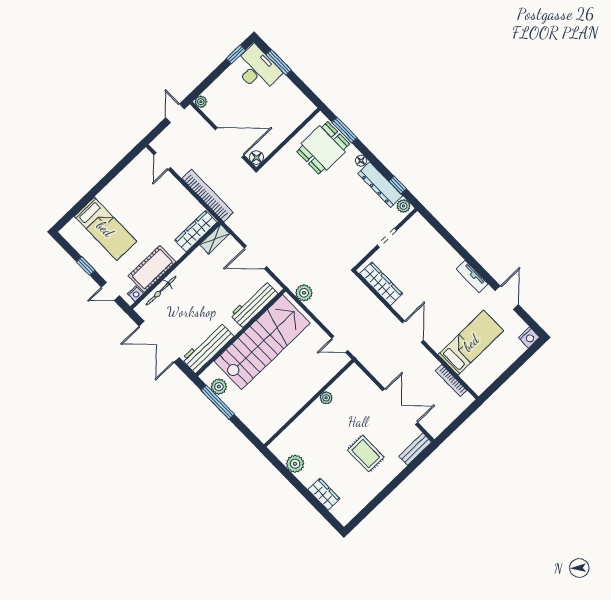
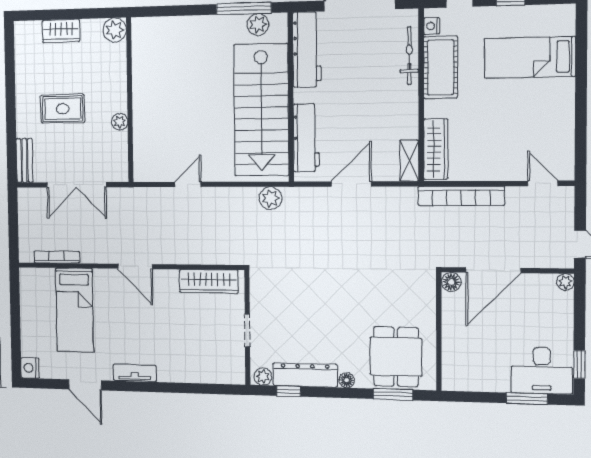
plant: (326, 398) -> (120, 122), moved
wall: (309, 403) -> (130, 100), moved

